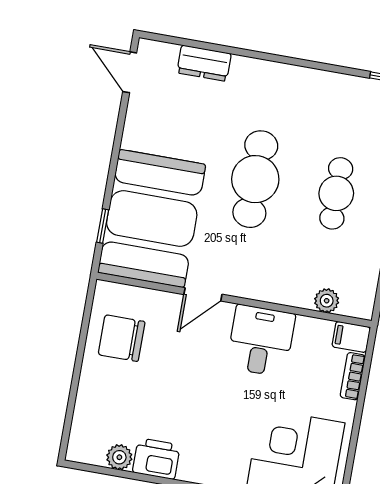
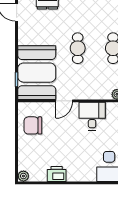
cafe table: (255, 179) -> (78, 48), width x0.73, depth x0.74
plant: (119, 457) -> (23, 176), moved

